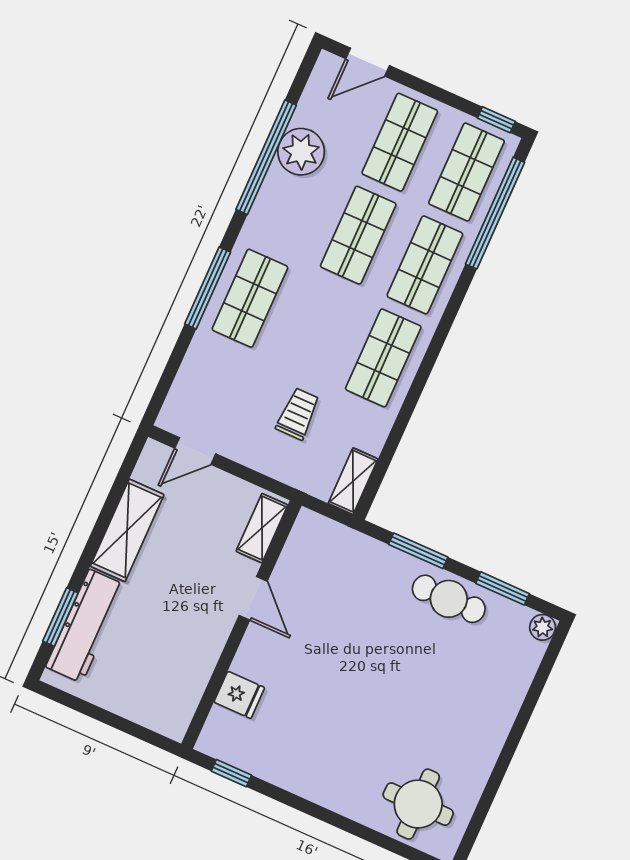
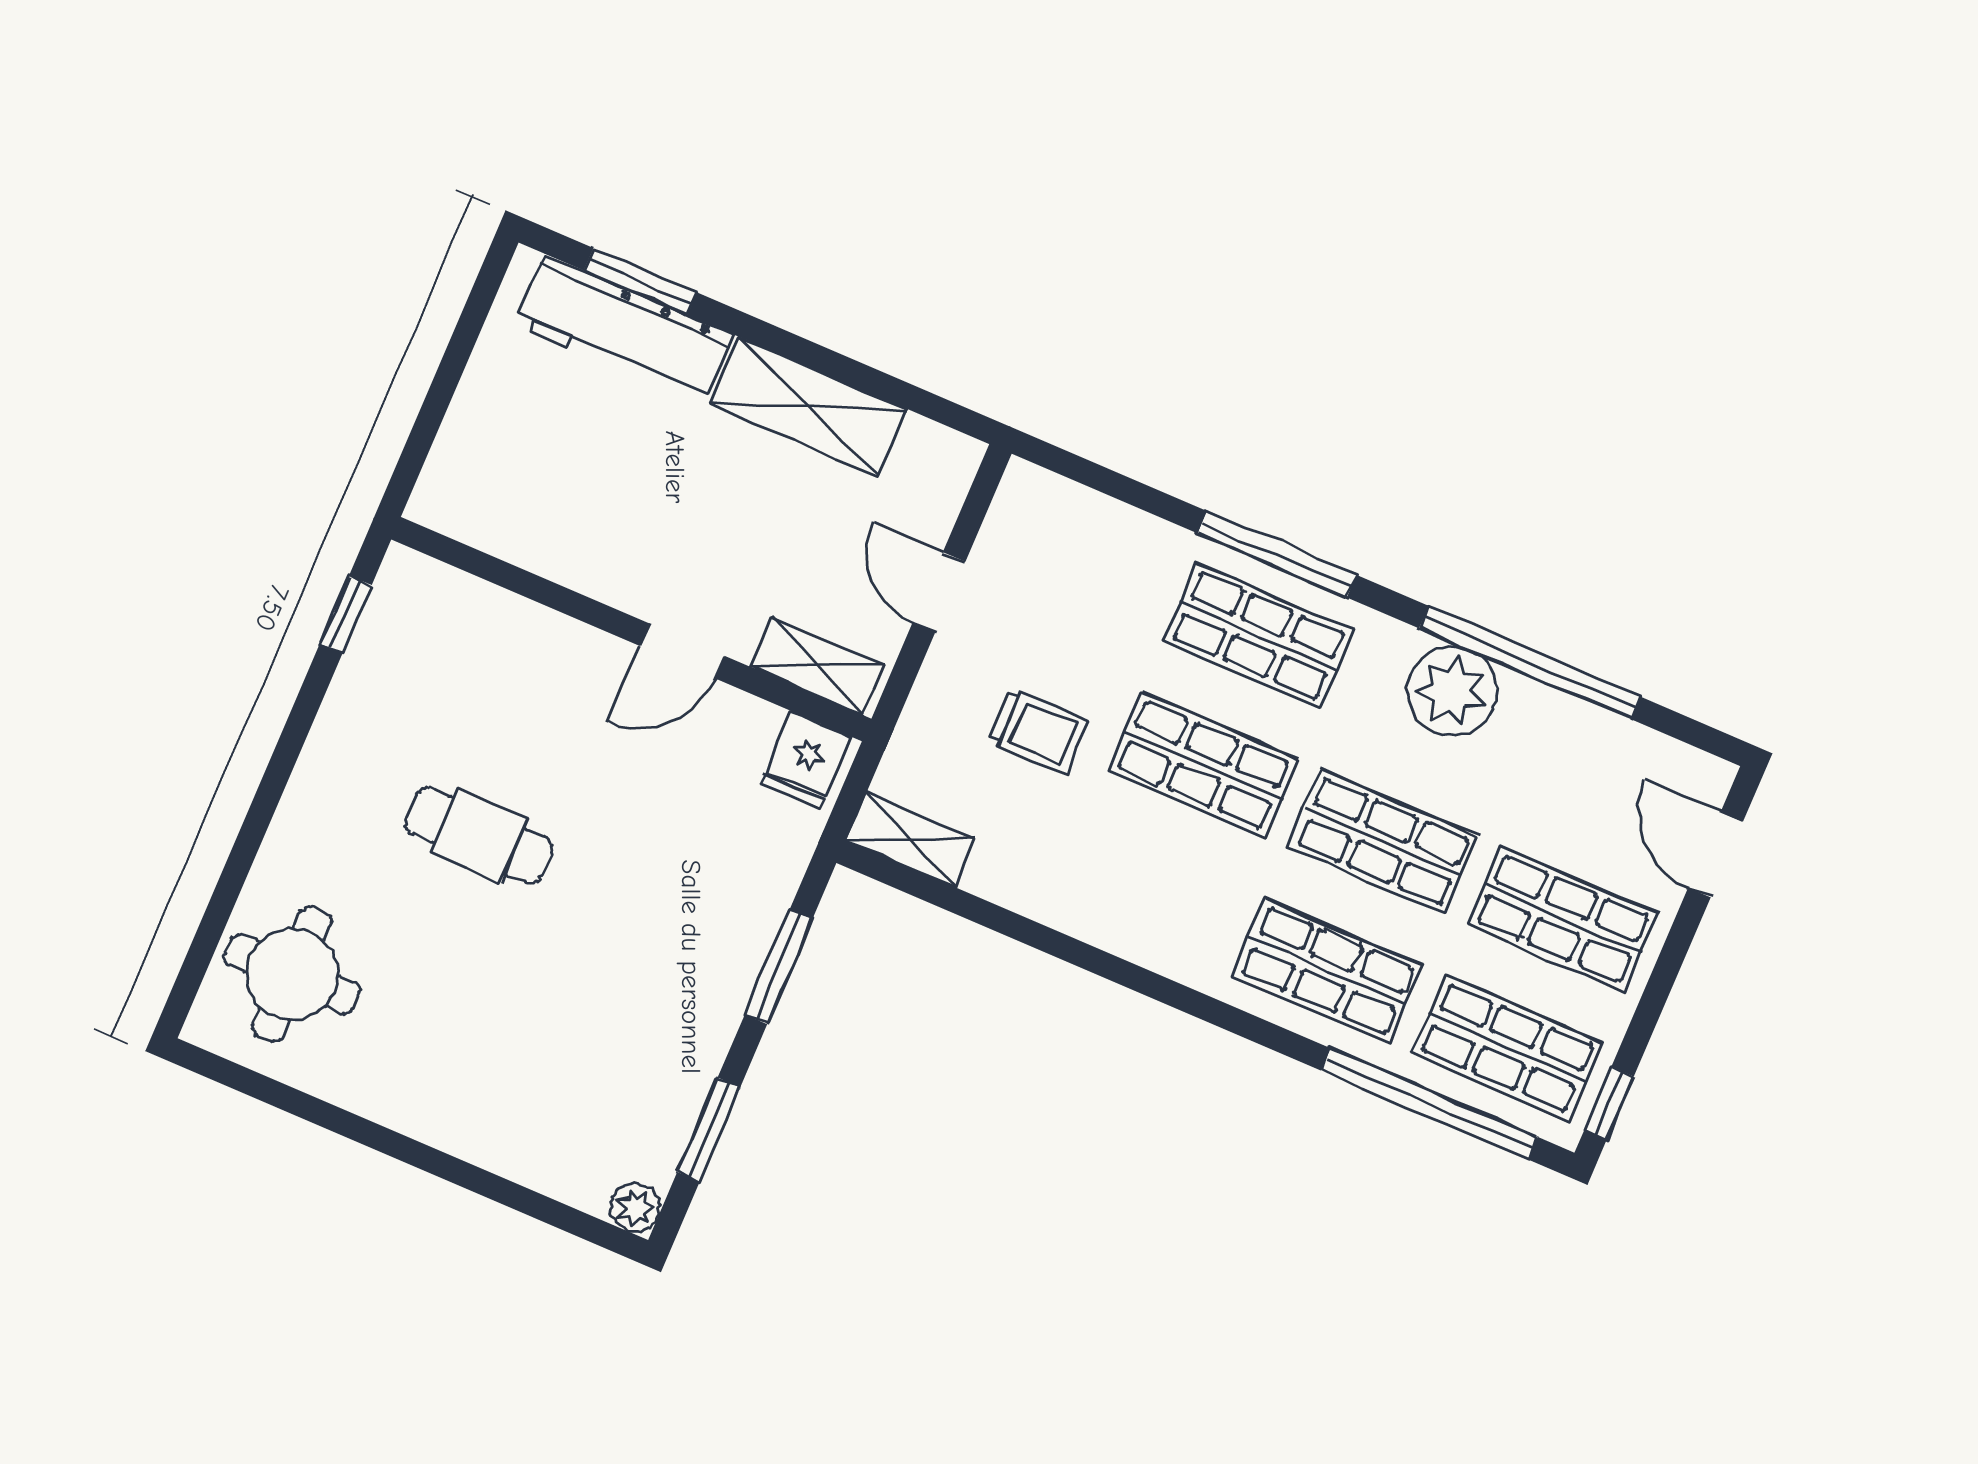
plant: (301, 152) -> (1452, 691), moved
shop shelf: (383, 358) -> (1203, 765), moved
door: (195, 451) -> (939, 592), moved
cafe table: (449, 599) -> (479, 836), moved, turned 90
fridge: (239, 695) -> (806, 760), moved

